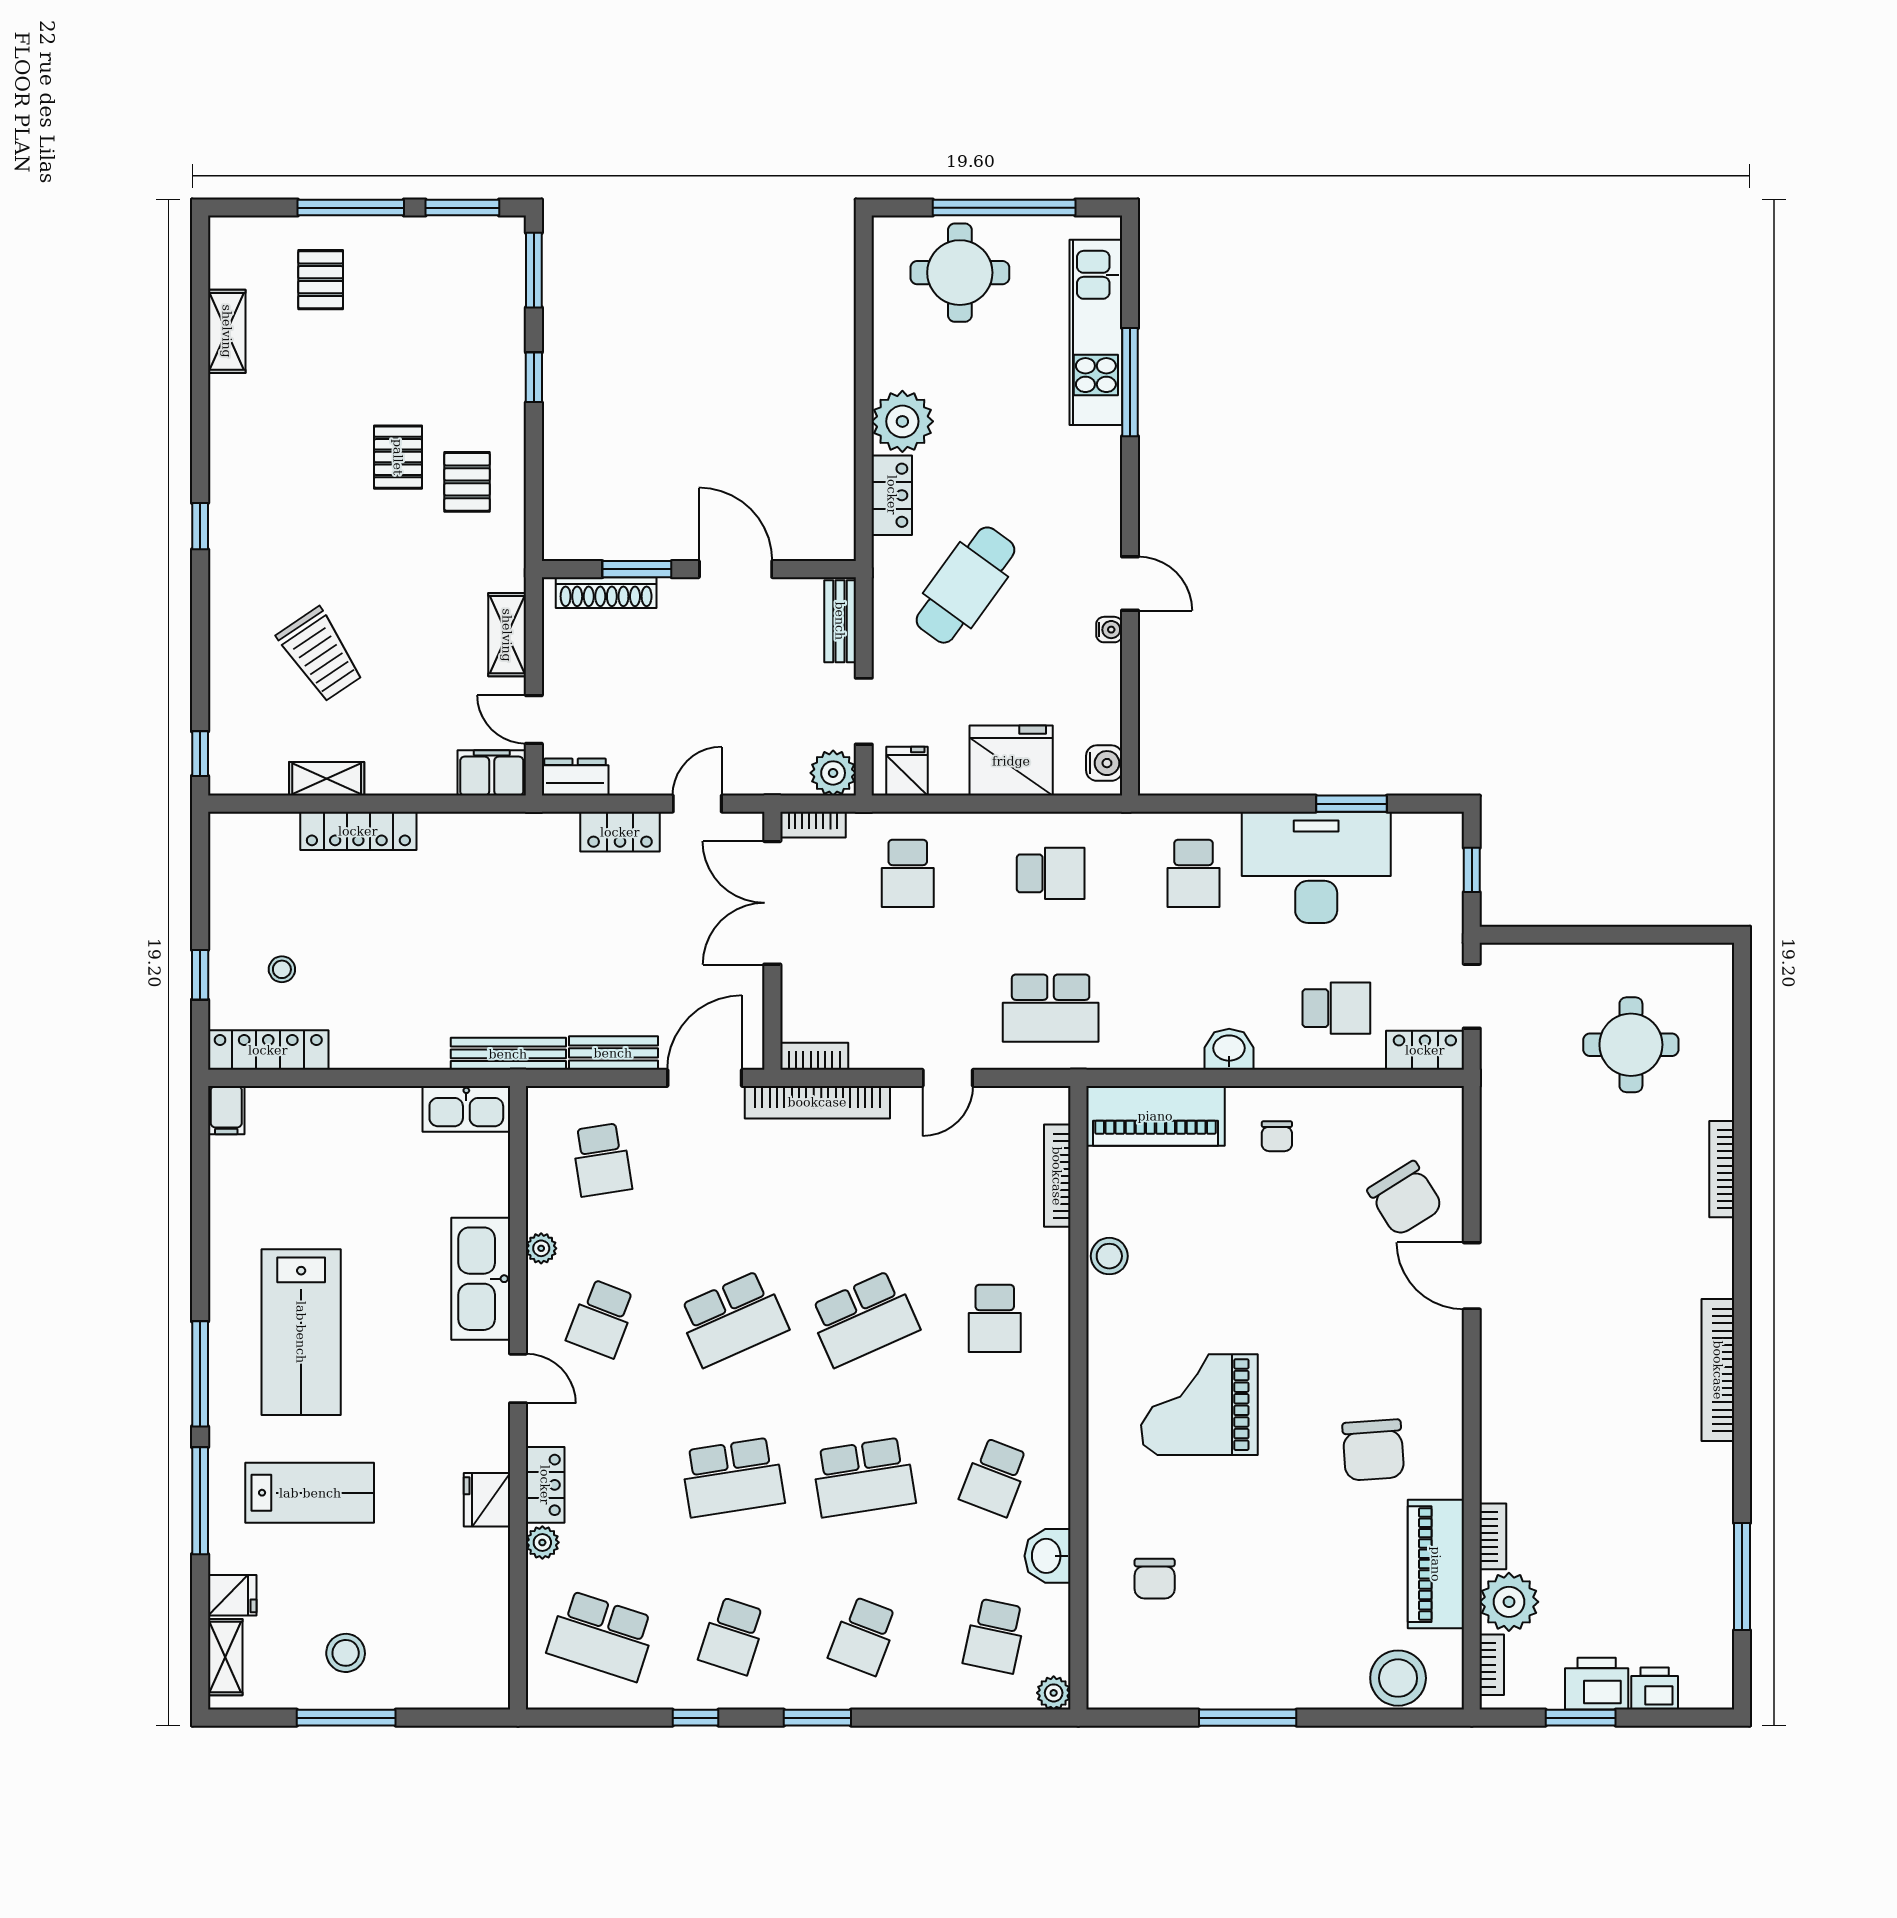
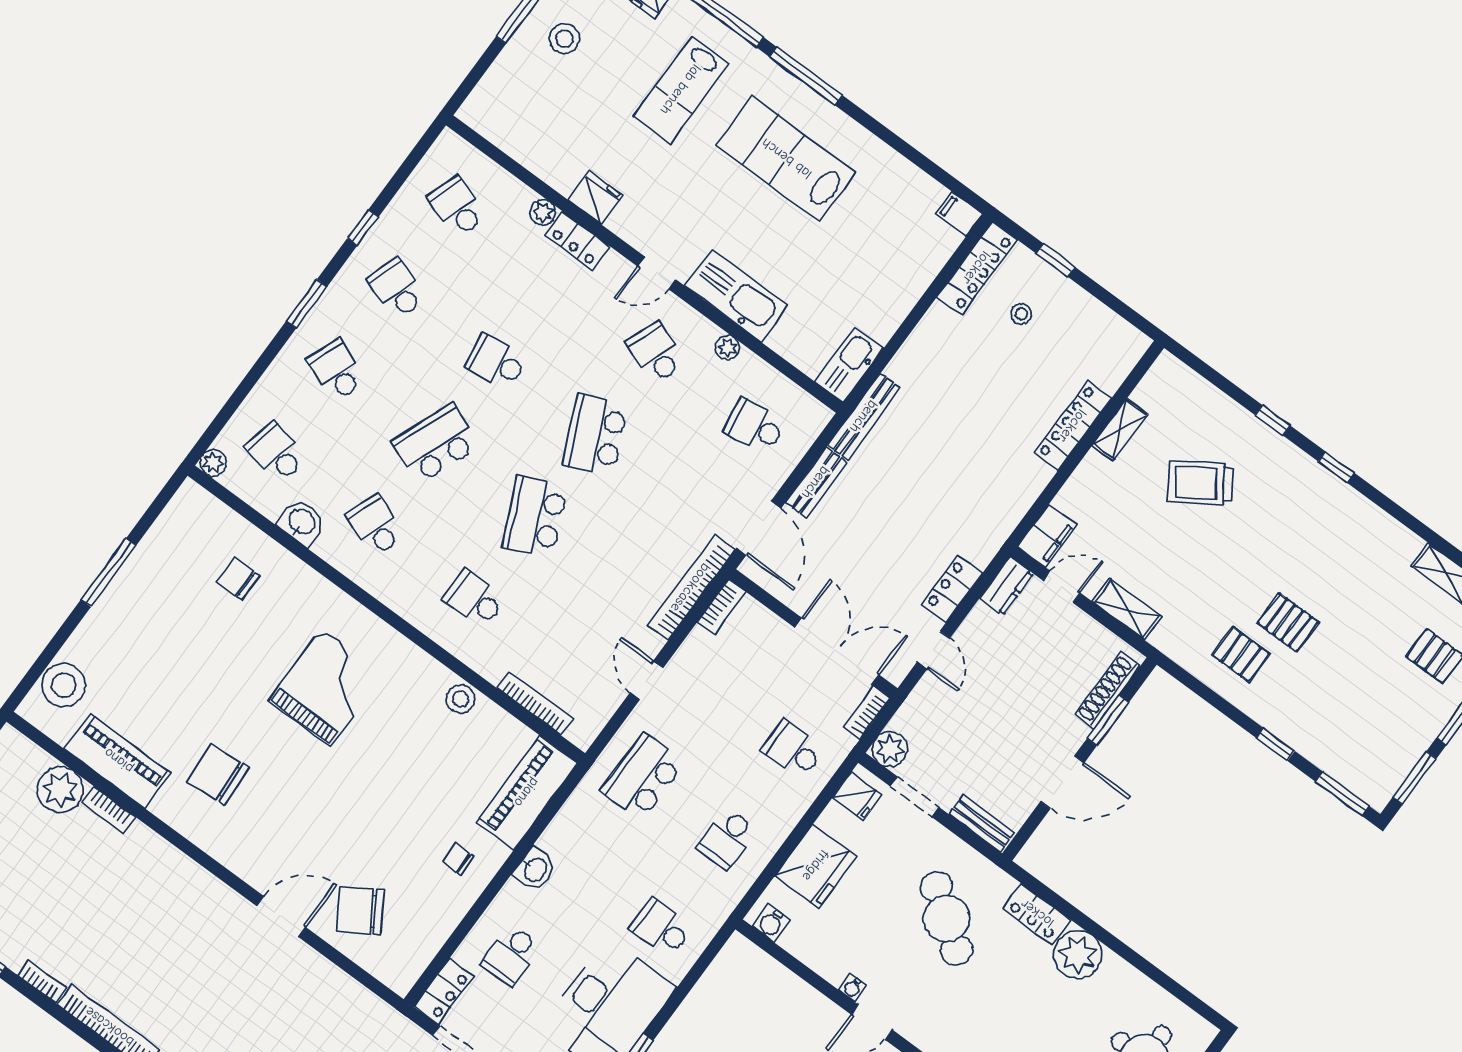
window: (200, 754) -> (1273, 420), moved
school desk: (733, 1477) -> (496, 362), width x0.54
school desk: (864, 1477) -> (436, 444), turned 30
school desk: (602, 1636) -> (457, 207), width x0.54
bookcase: (1492, 1665) -> (42, 981), moved, turned 180

